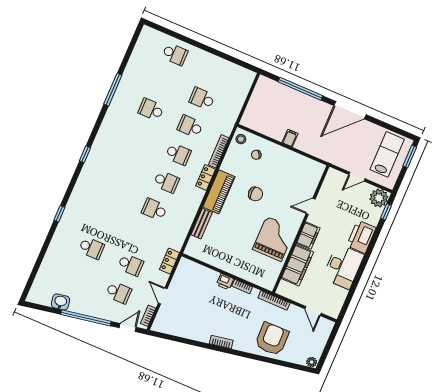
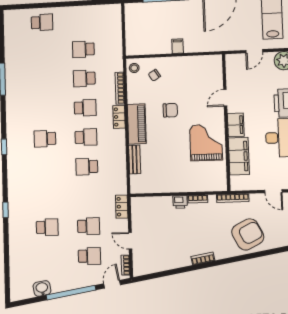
school desk: (151, 110) -> (45, 139), moved
armchair: (272, 339) -> (248, 234), turned 64

